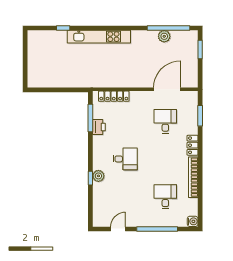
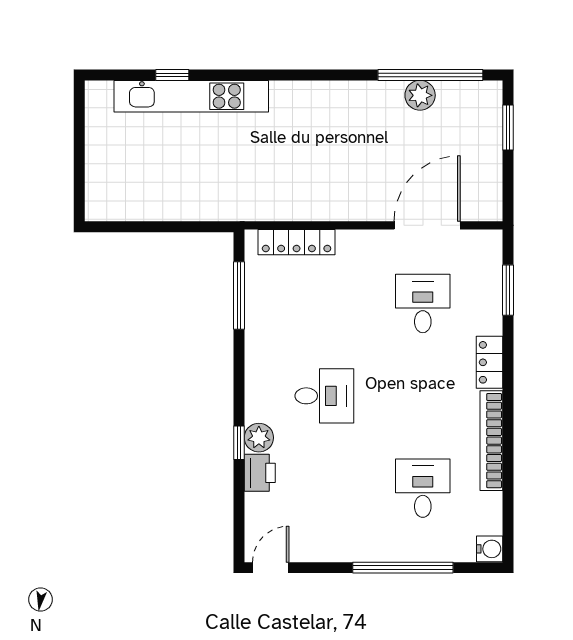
kitchen unit: (99, 37) -> (191, 96), moved
printer: (99, 127) -> (260, 473), moved
door: (118, 229) -> (271, 568), moved

